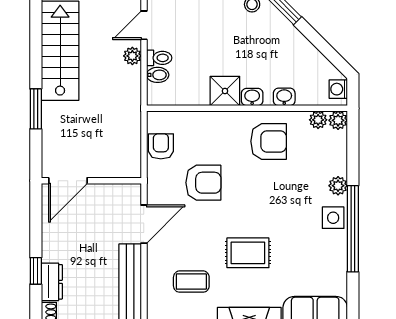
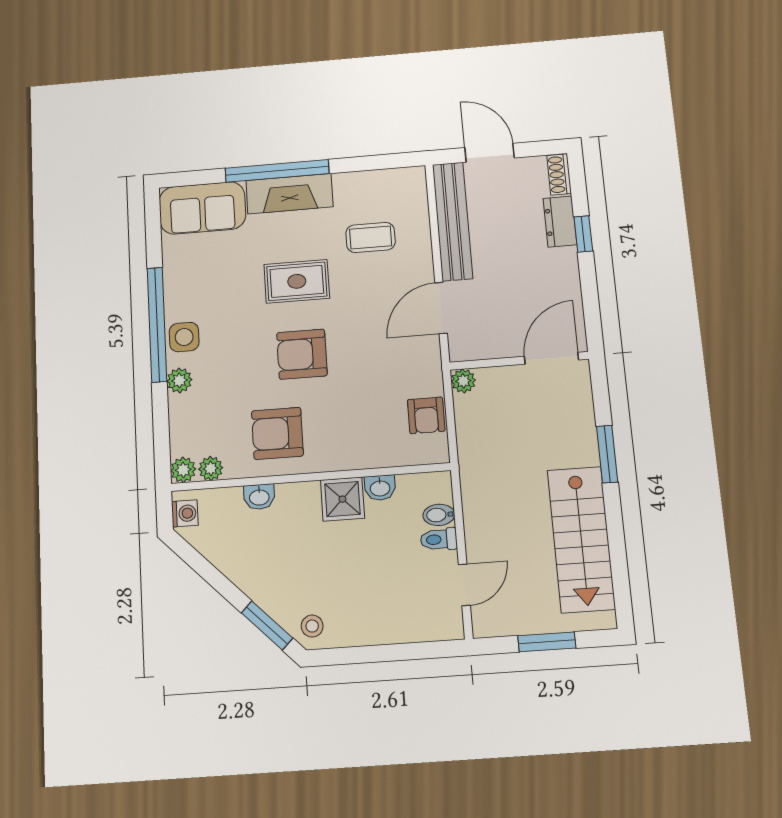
plant: (132, 56) -> (463, 381), moved
washbasin: (252, 97) -> (380, 488), moved
armchair: (203, 183) -> (302, 354), moved

